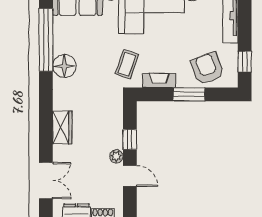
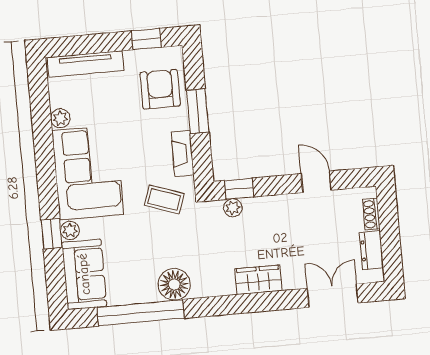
armchair: (207, 68) -> (160, 89), turned 111
window: (130, 139) -> (239, 189), moved
plant: (116, 156) -> (233, 208), moved
door: (130, 176) -> (316, 182), hinge flipped

